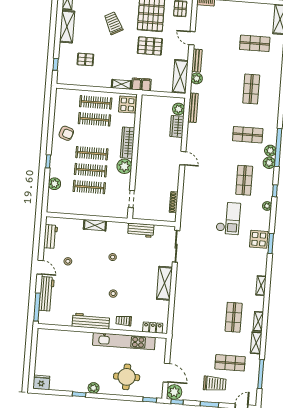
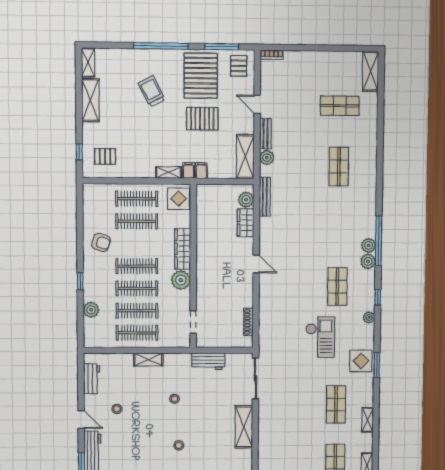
pallet: (85, 59) -> (105, 156), moved
shop shelf: (248, 135) -> (336, 404), moved, turned 90
clothes rail: (88, 204) -> (137, 333), added

